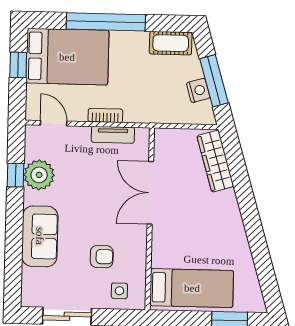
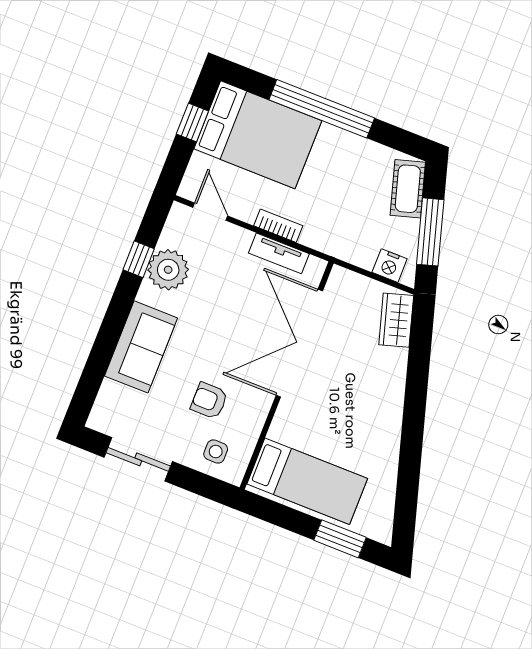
cot: (171, 43) -> (408, 189), moved, turned 74
nightstand: (198, 90) -> (390, 266), moved, turned 106
wardrobe: (215, 161) -> (396, 320), width x0.67
double door: (150, 193) -> (299, 343), width x1.36
armchair: (102, 257) -> (209, 401), turned 180

